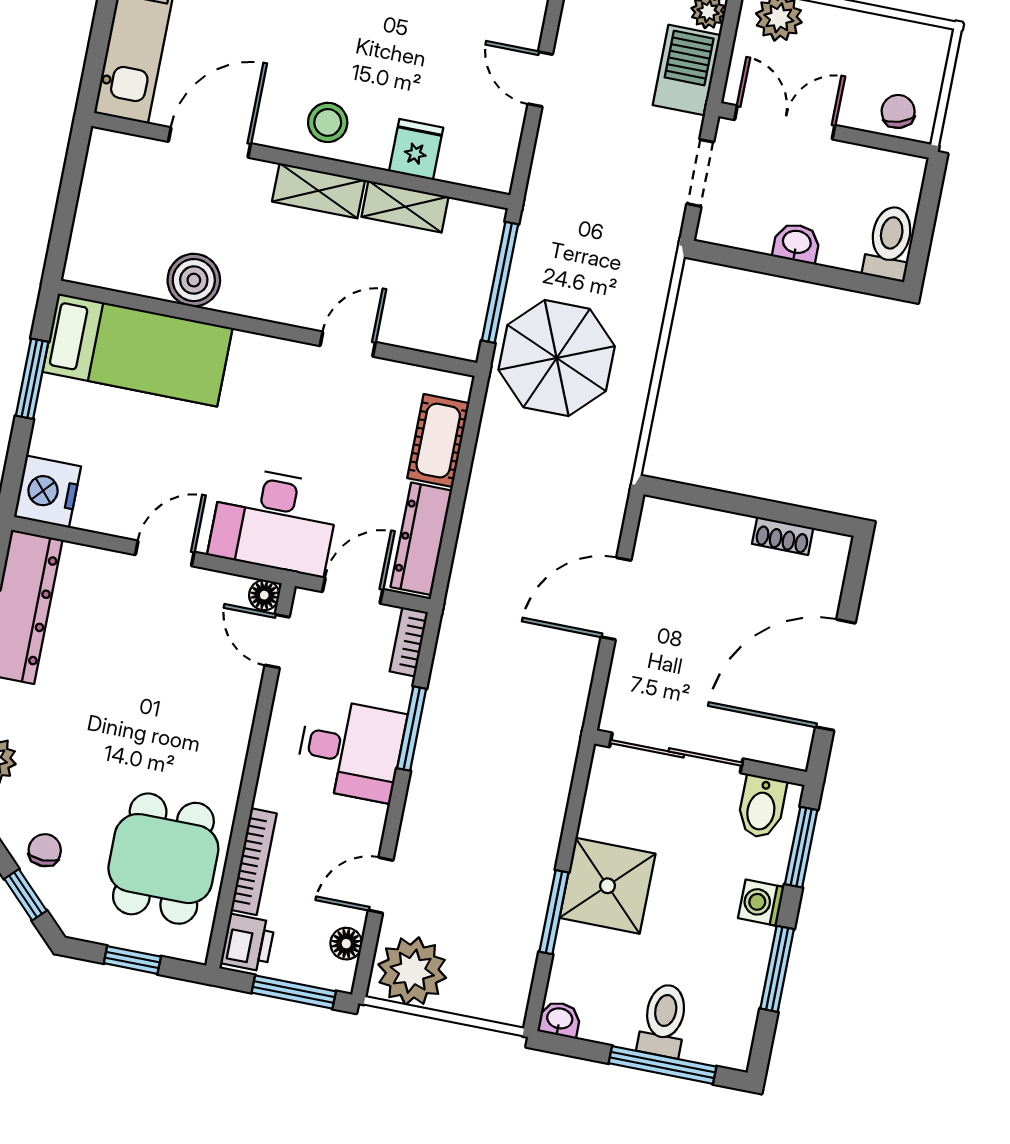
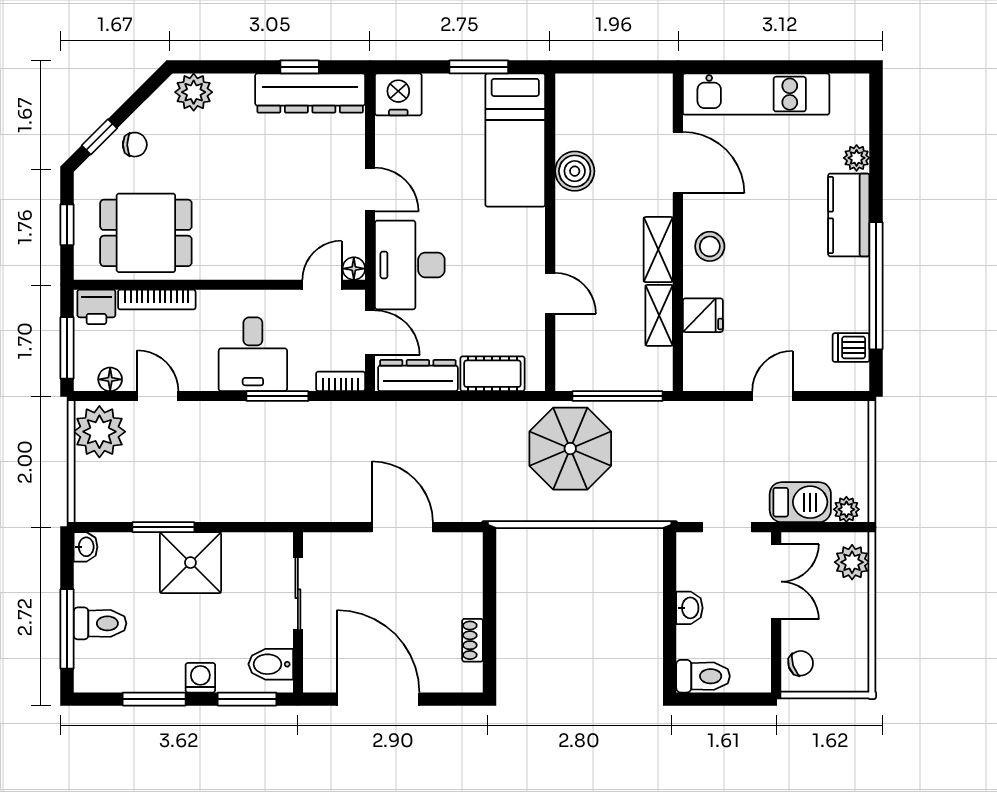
sliding door: (676, 753) -> (298, 594), width x0.73

